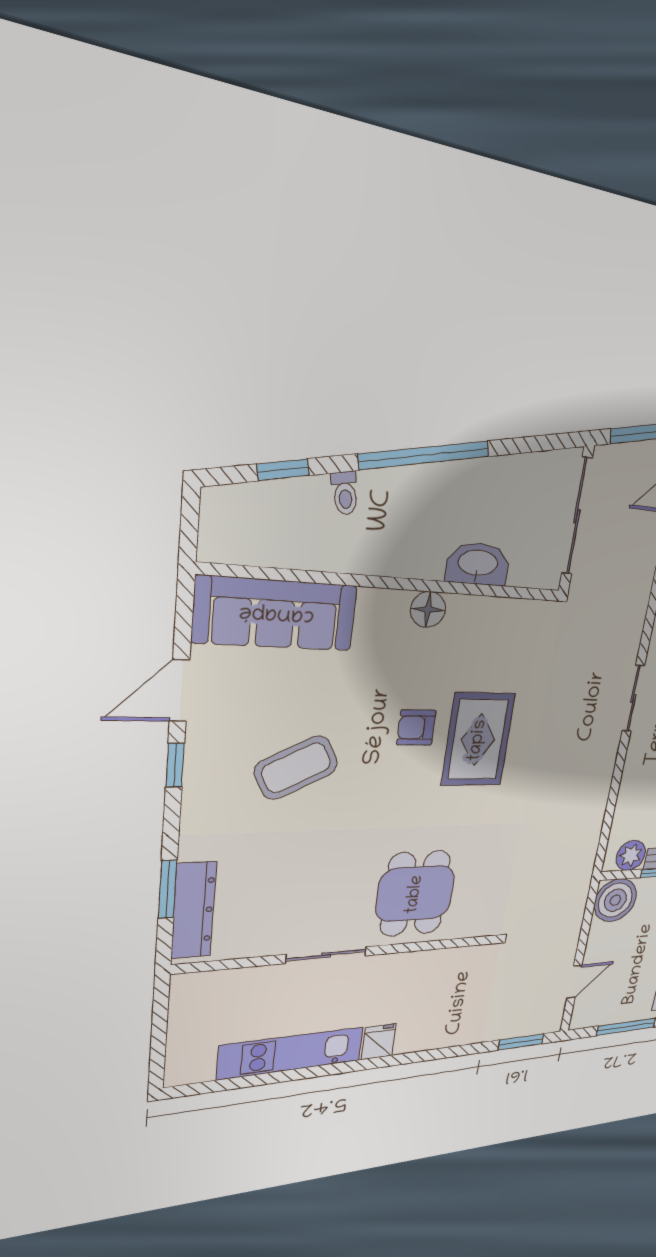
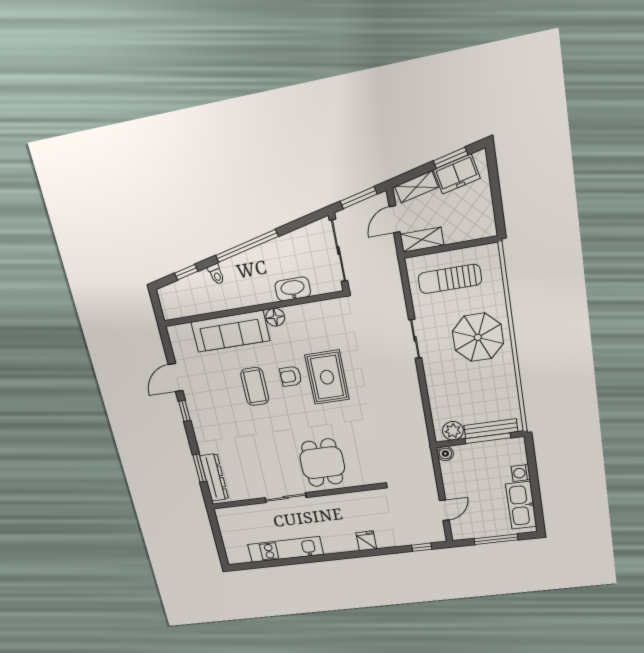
sofa: (276, 614) -> (230, 331), moved
coffee table: (296, 768) -> (255, 386), moved, turned -63
boiler: (615, 900) -> (445, 454), width x0.54, depth x0.54
fridge: (379, 1042) -> (366, 541), moved
window: (521, 1042) -> (422, 547), width x0.67

